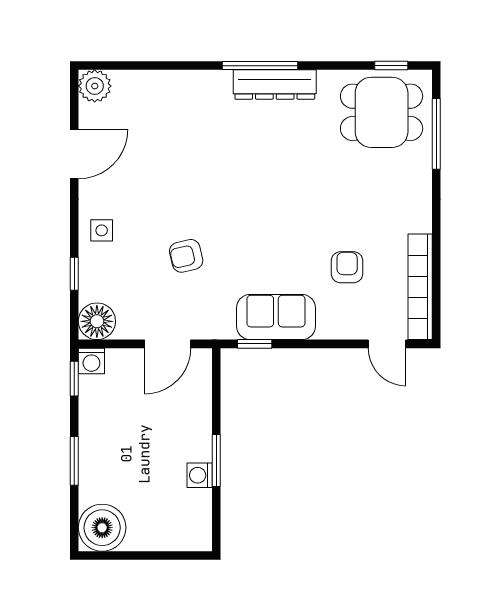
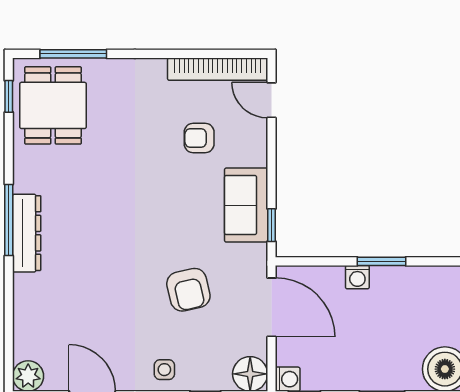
dresser: (275, 84) -> (27, 233), moved
armchair: (186, 256) -> (188, 290), width x1.38, depth x1.38
door: (168, 344) -> (271, 307), width x1.36
door: (387, 344) -> (271, 100), swing flipped
washing machine: (200, 475) -> (357, 277), moved

